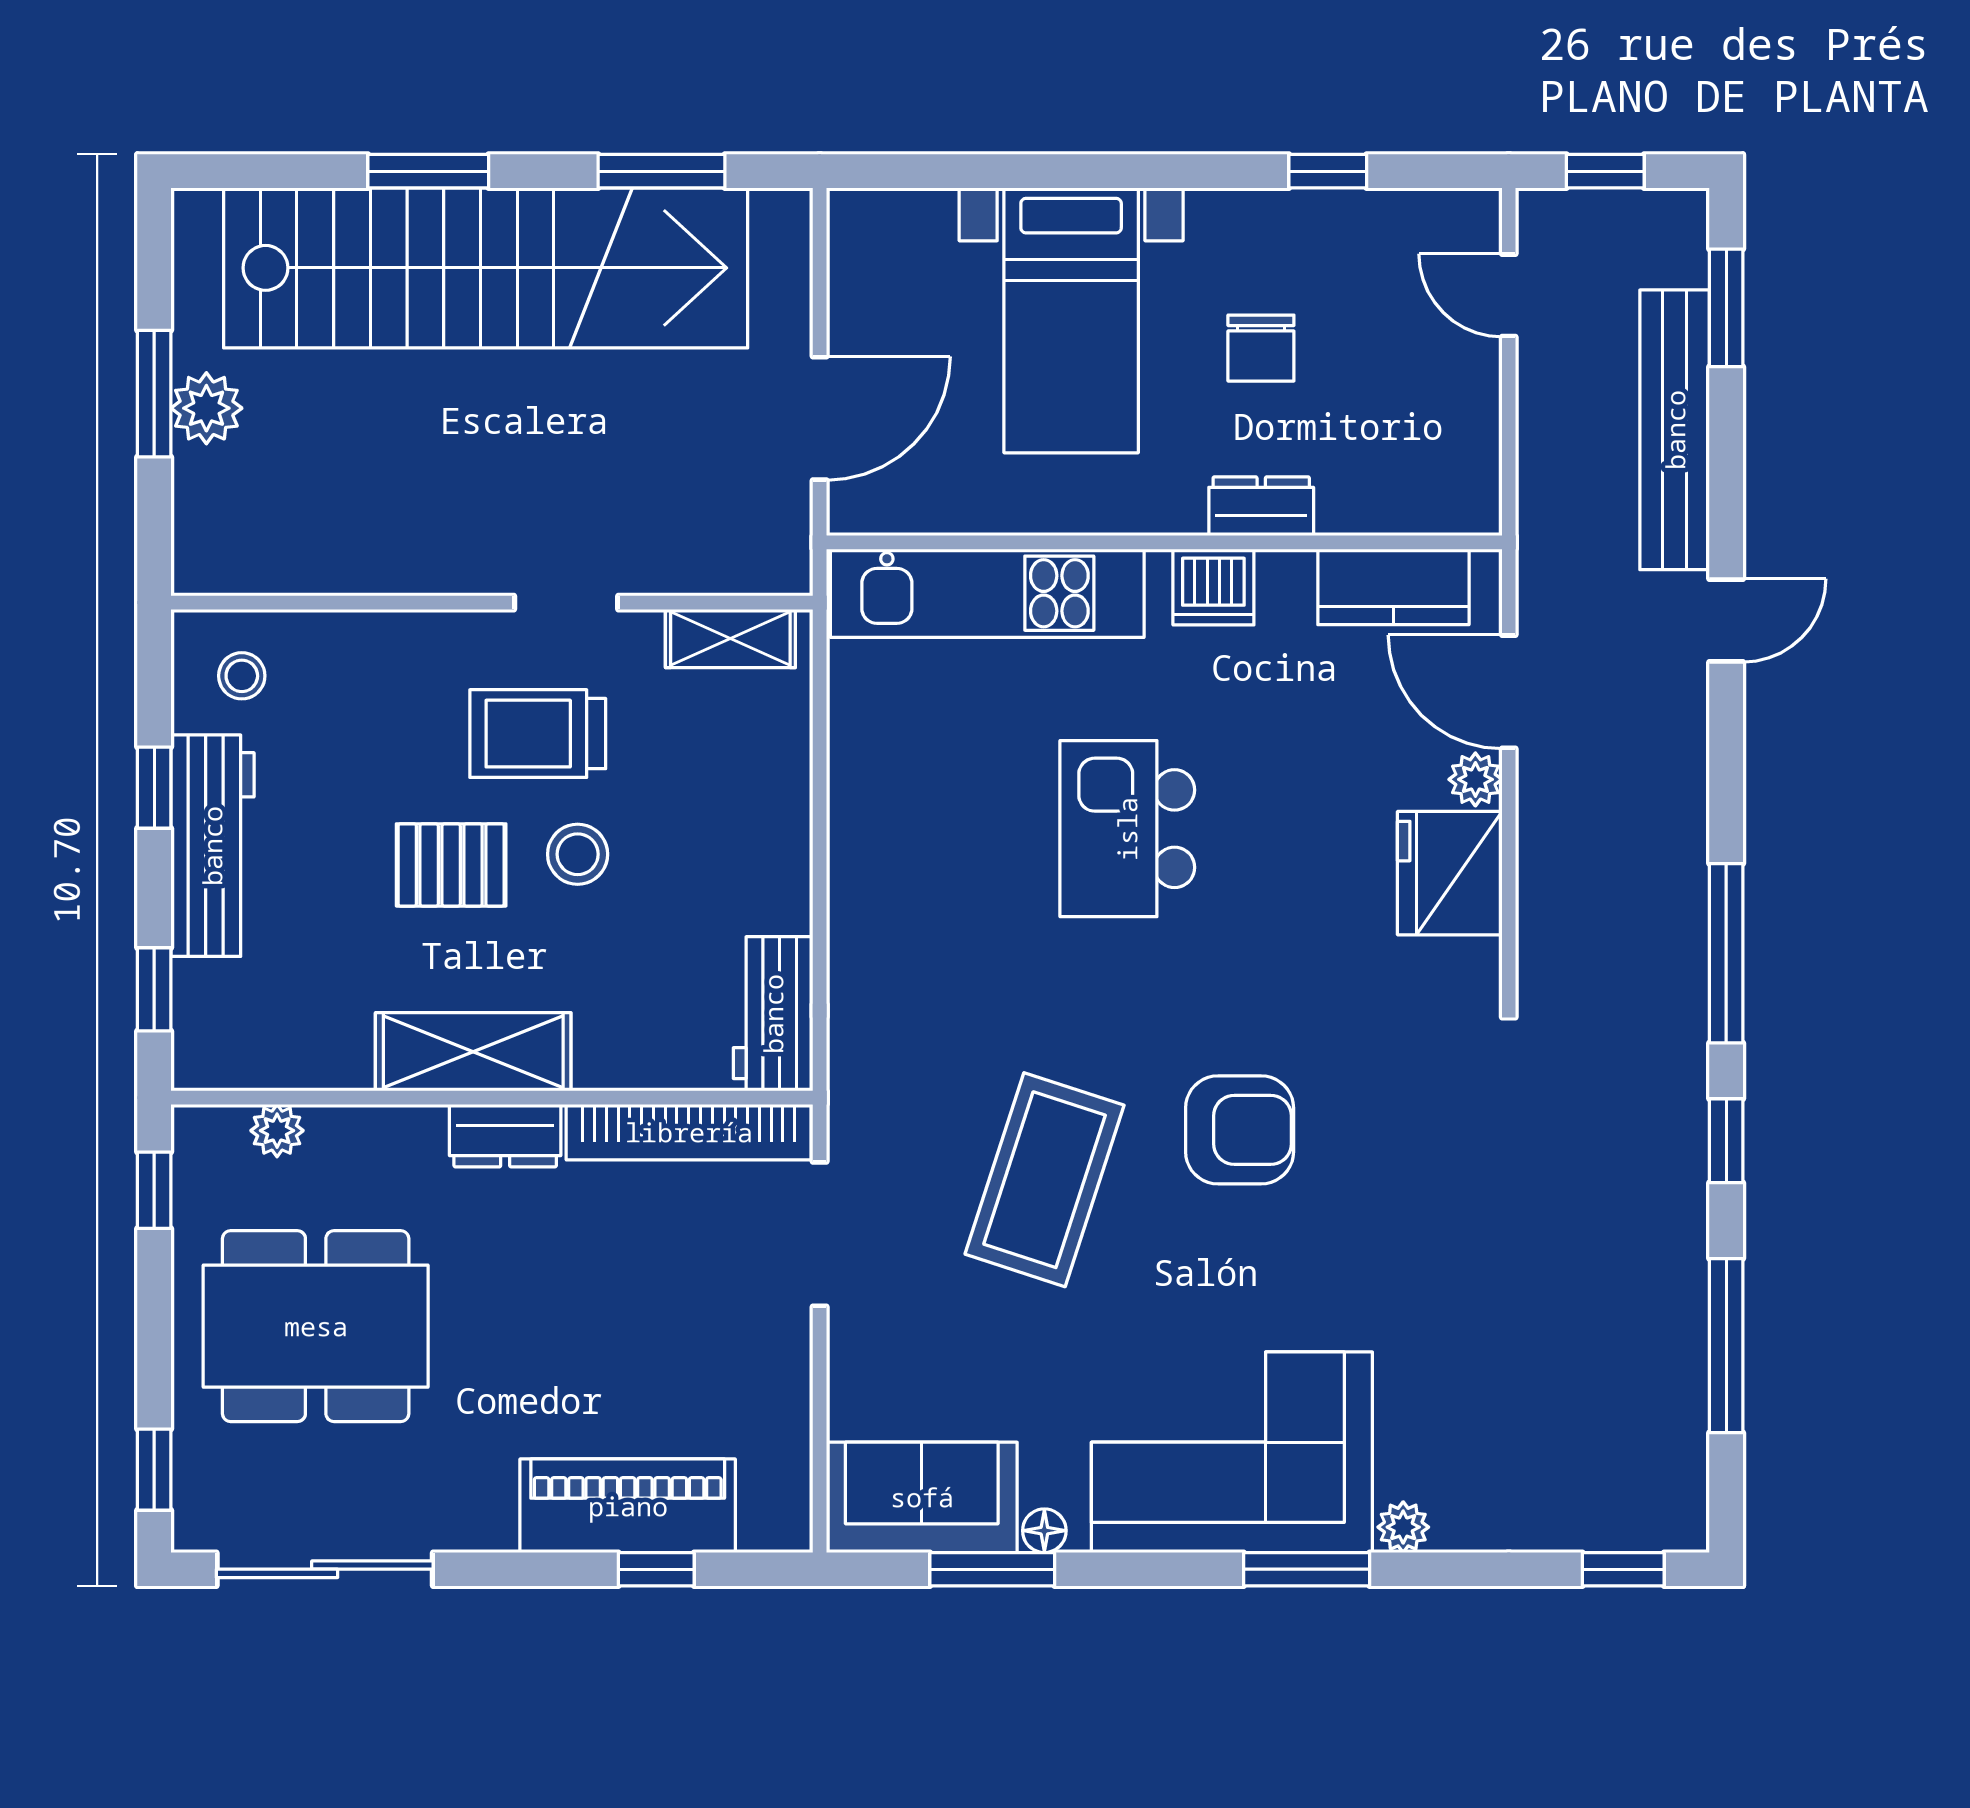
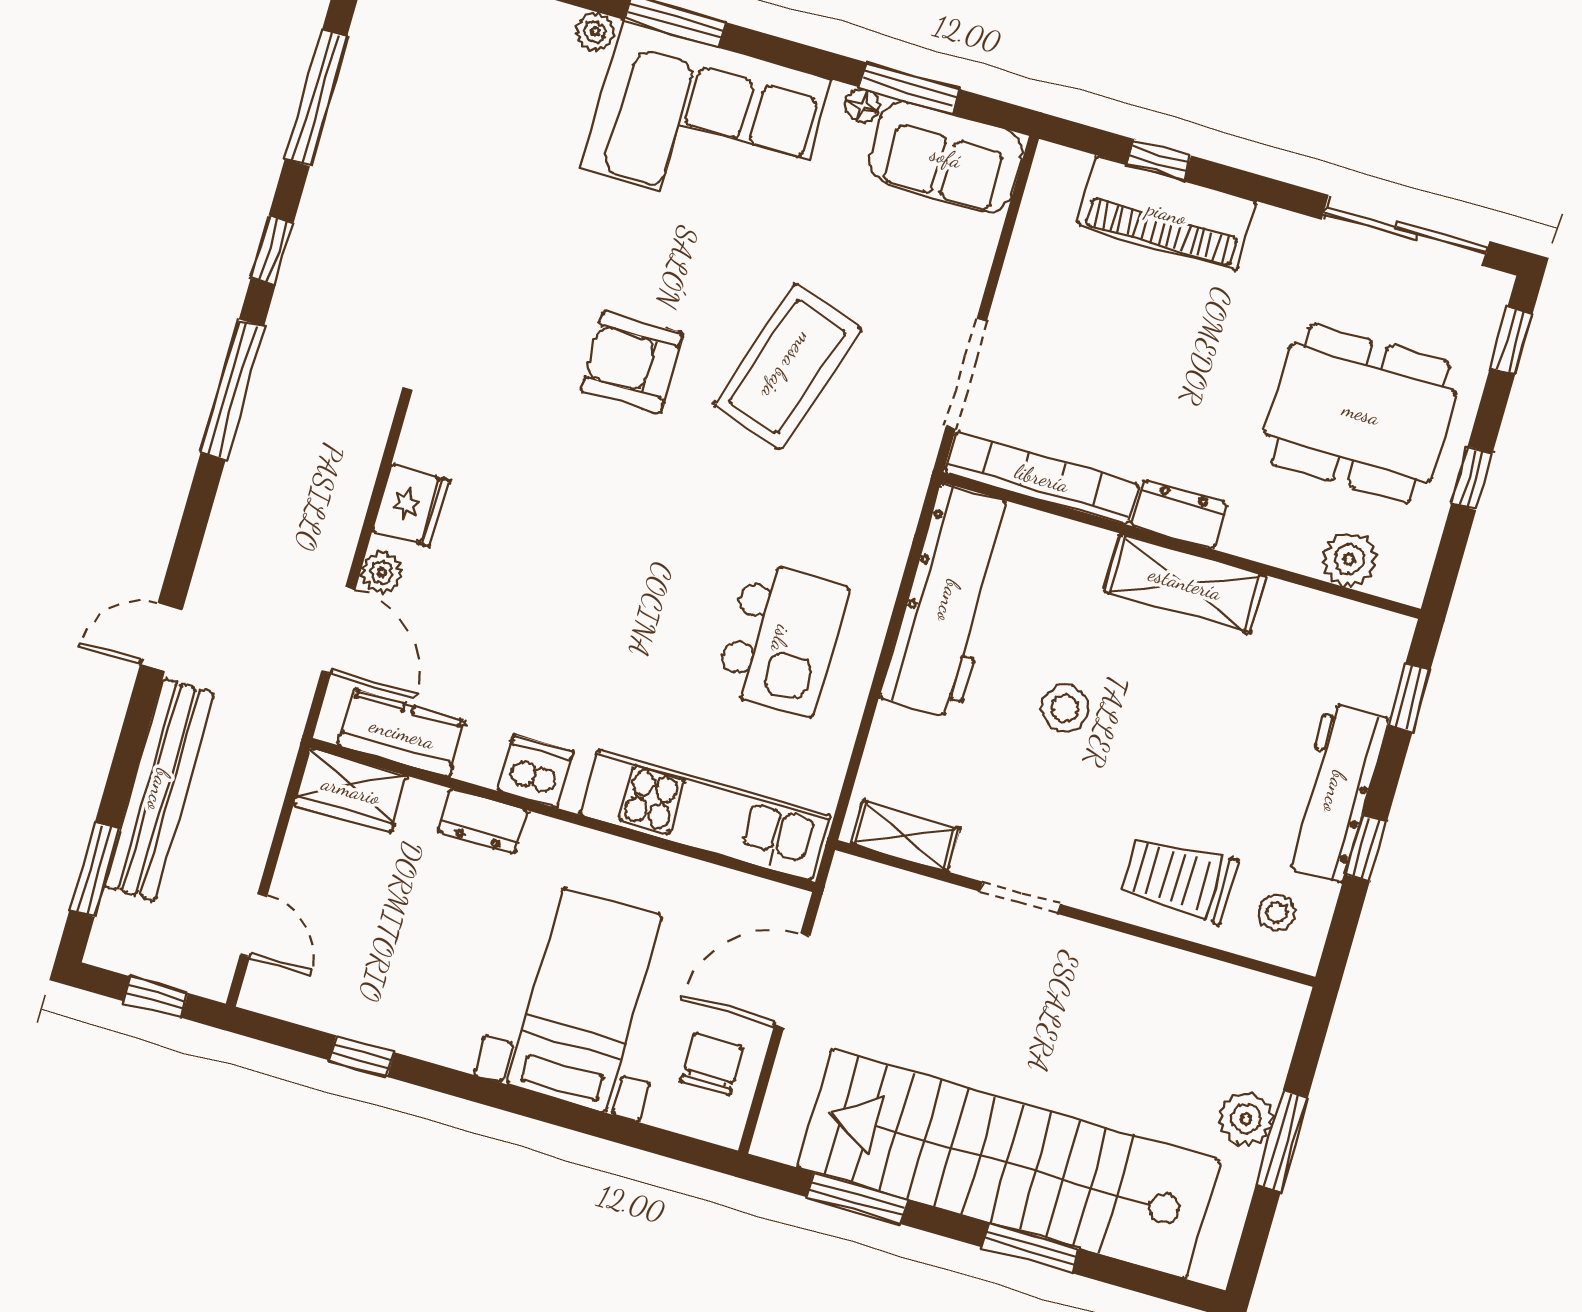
chair: (1261, 348) -> (712, 1064), moved
wardrobe: (1436, 497) -> (351, 790), added
trolley: (538, 734) -> (1179, 878), moved, turned 180
kitchen island: (1127, 829) -> (781, 639), moved
pallet: (451, 865) -> (1161, 727), removed
fridge: (1450, 873) -> (411, 505), width x0.73, depth x0.75
workbench: (773, 1014) -> (949, 601), width x1.88, depth x1.32
plant: (277, 1131) -> (1350, 559), width x1.38, depth x1.38
window: (154, 1190) -> (1472, 478), moved

